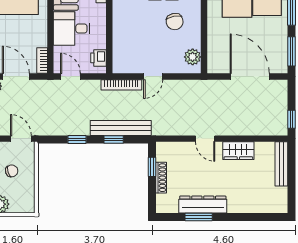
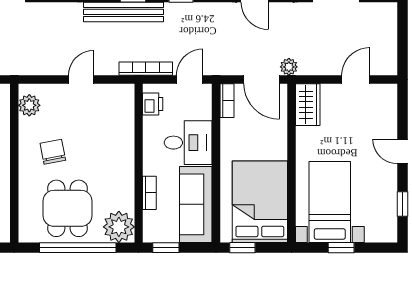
door: (70, 77) -> (190, 79), swing flipped
bookcase: (121, 85) -> (146, 69), moved

